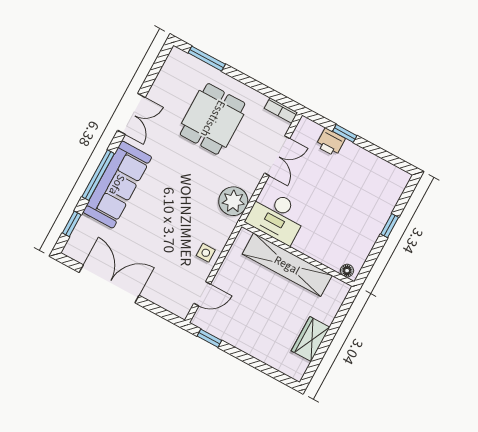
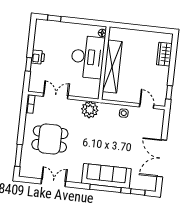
double door: (131, 114) -> (53, 183), moved
printer: (331, 142) -> (38, 57), moved
desk: (277, 216) -> (88, 57), moved, width x1.36, depth x1.30
window: (390, 226) -> (54, 18), moved
wardrobe: (311, 339) -> (164, 54), moved, turned 90

